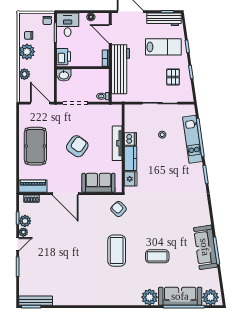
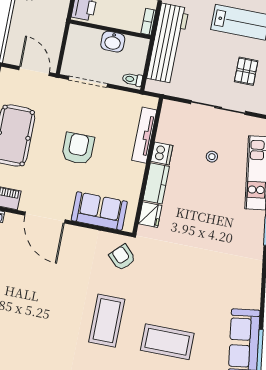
plant: (24, 74) -> (19, 22), removed
washbasin: (64, 75) -> (113, 42), moved
tv unit: (117, 143) -> (144, 135), moved
armchair: (77, 146) -> (78, 149), turned -36
coffee table: (157, 256) -> (167, 342), width x1.36, depth x1.32

